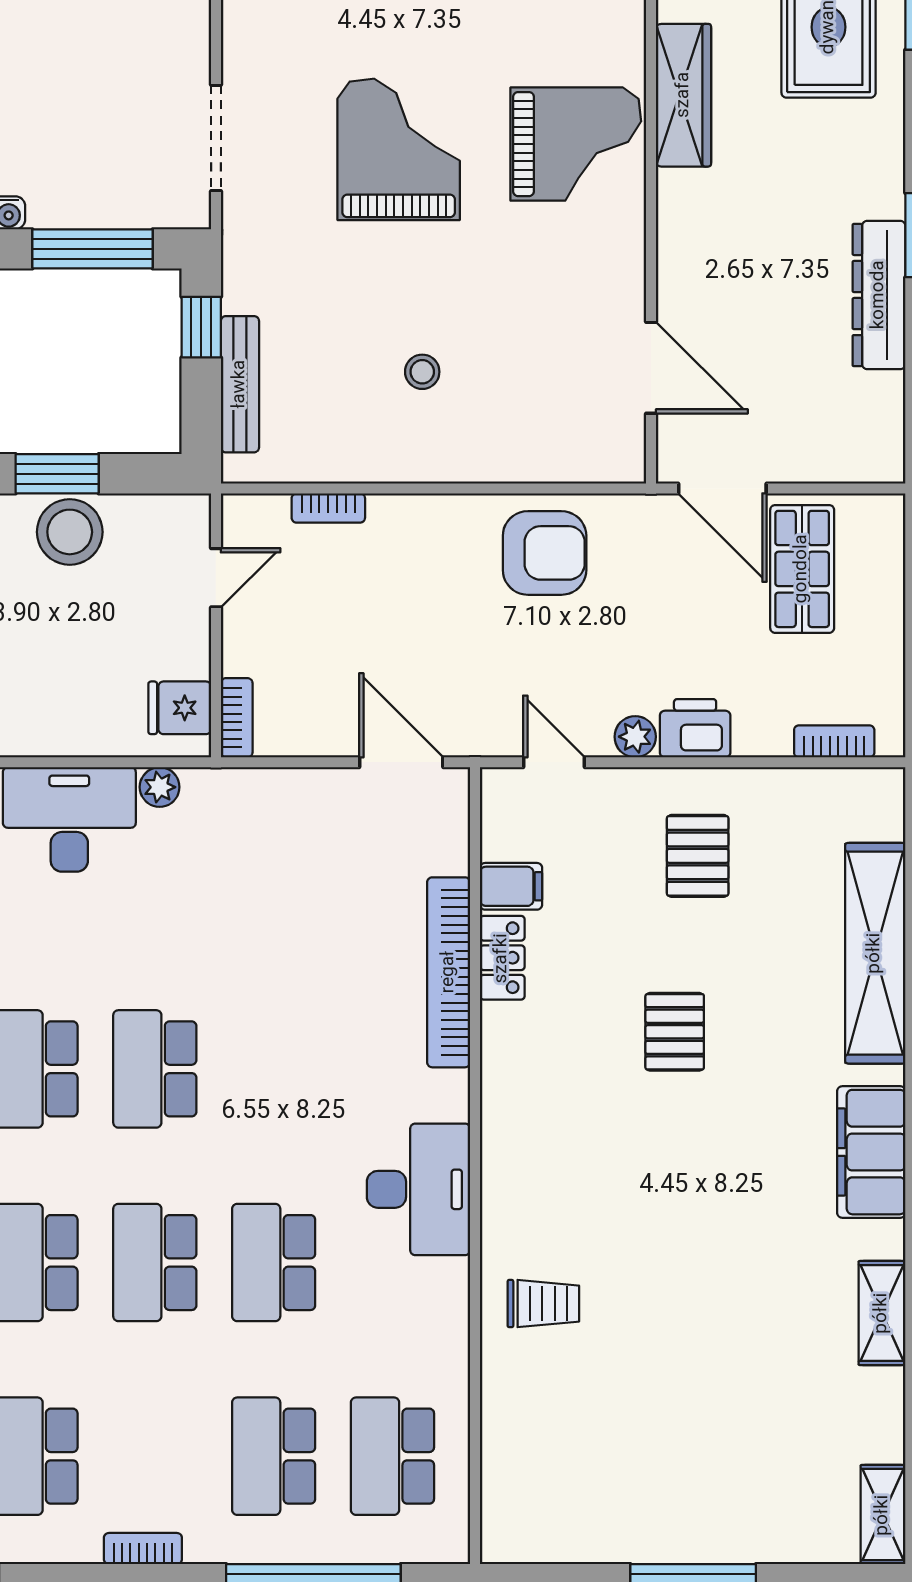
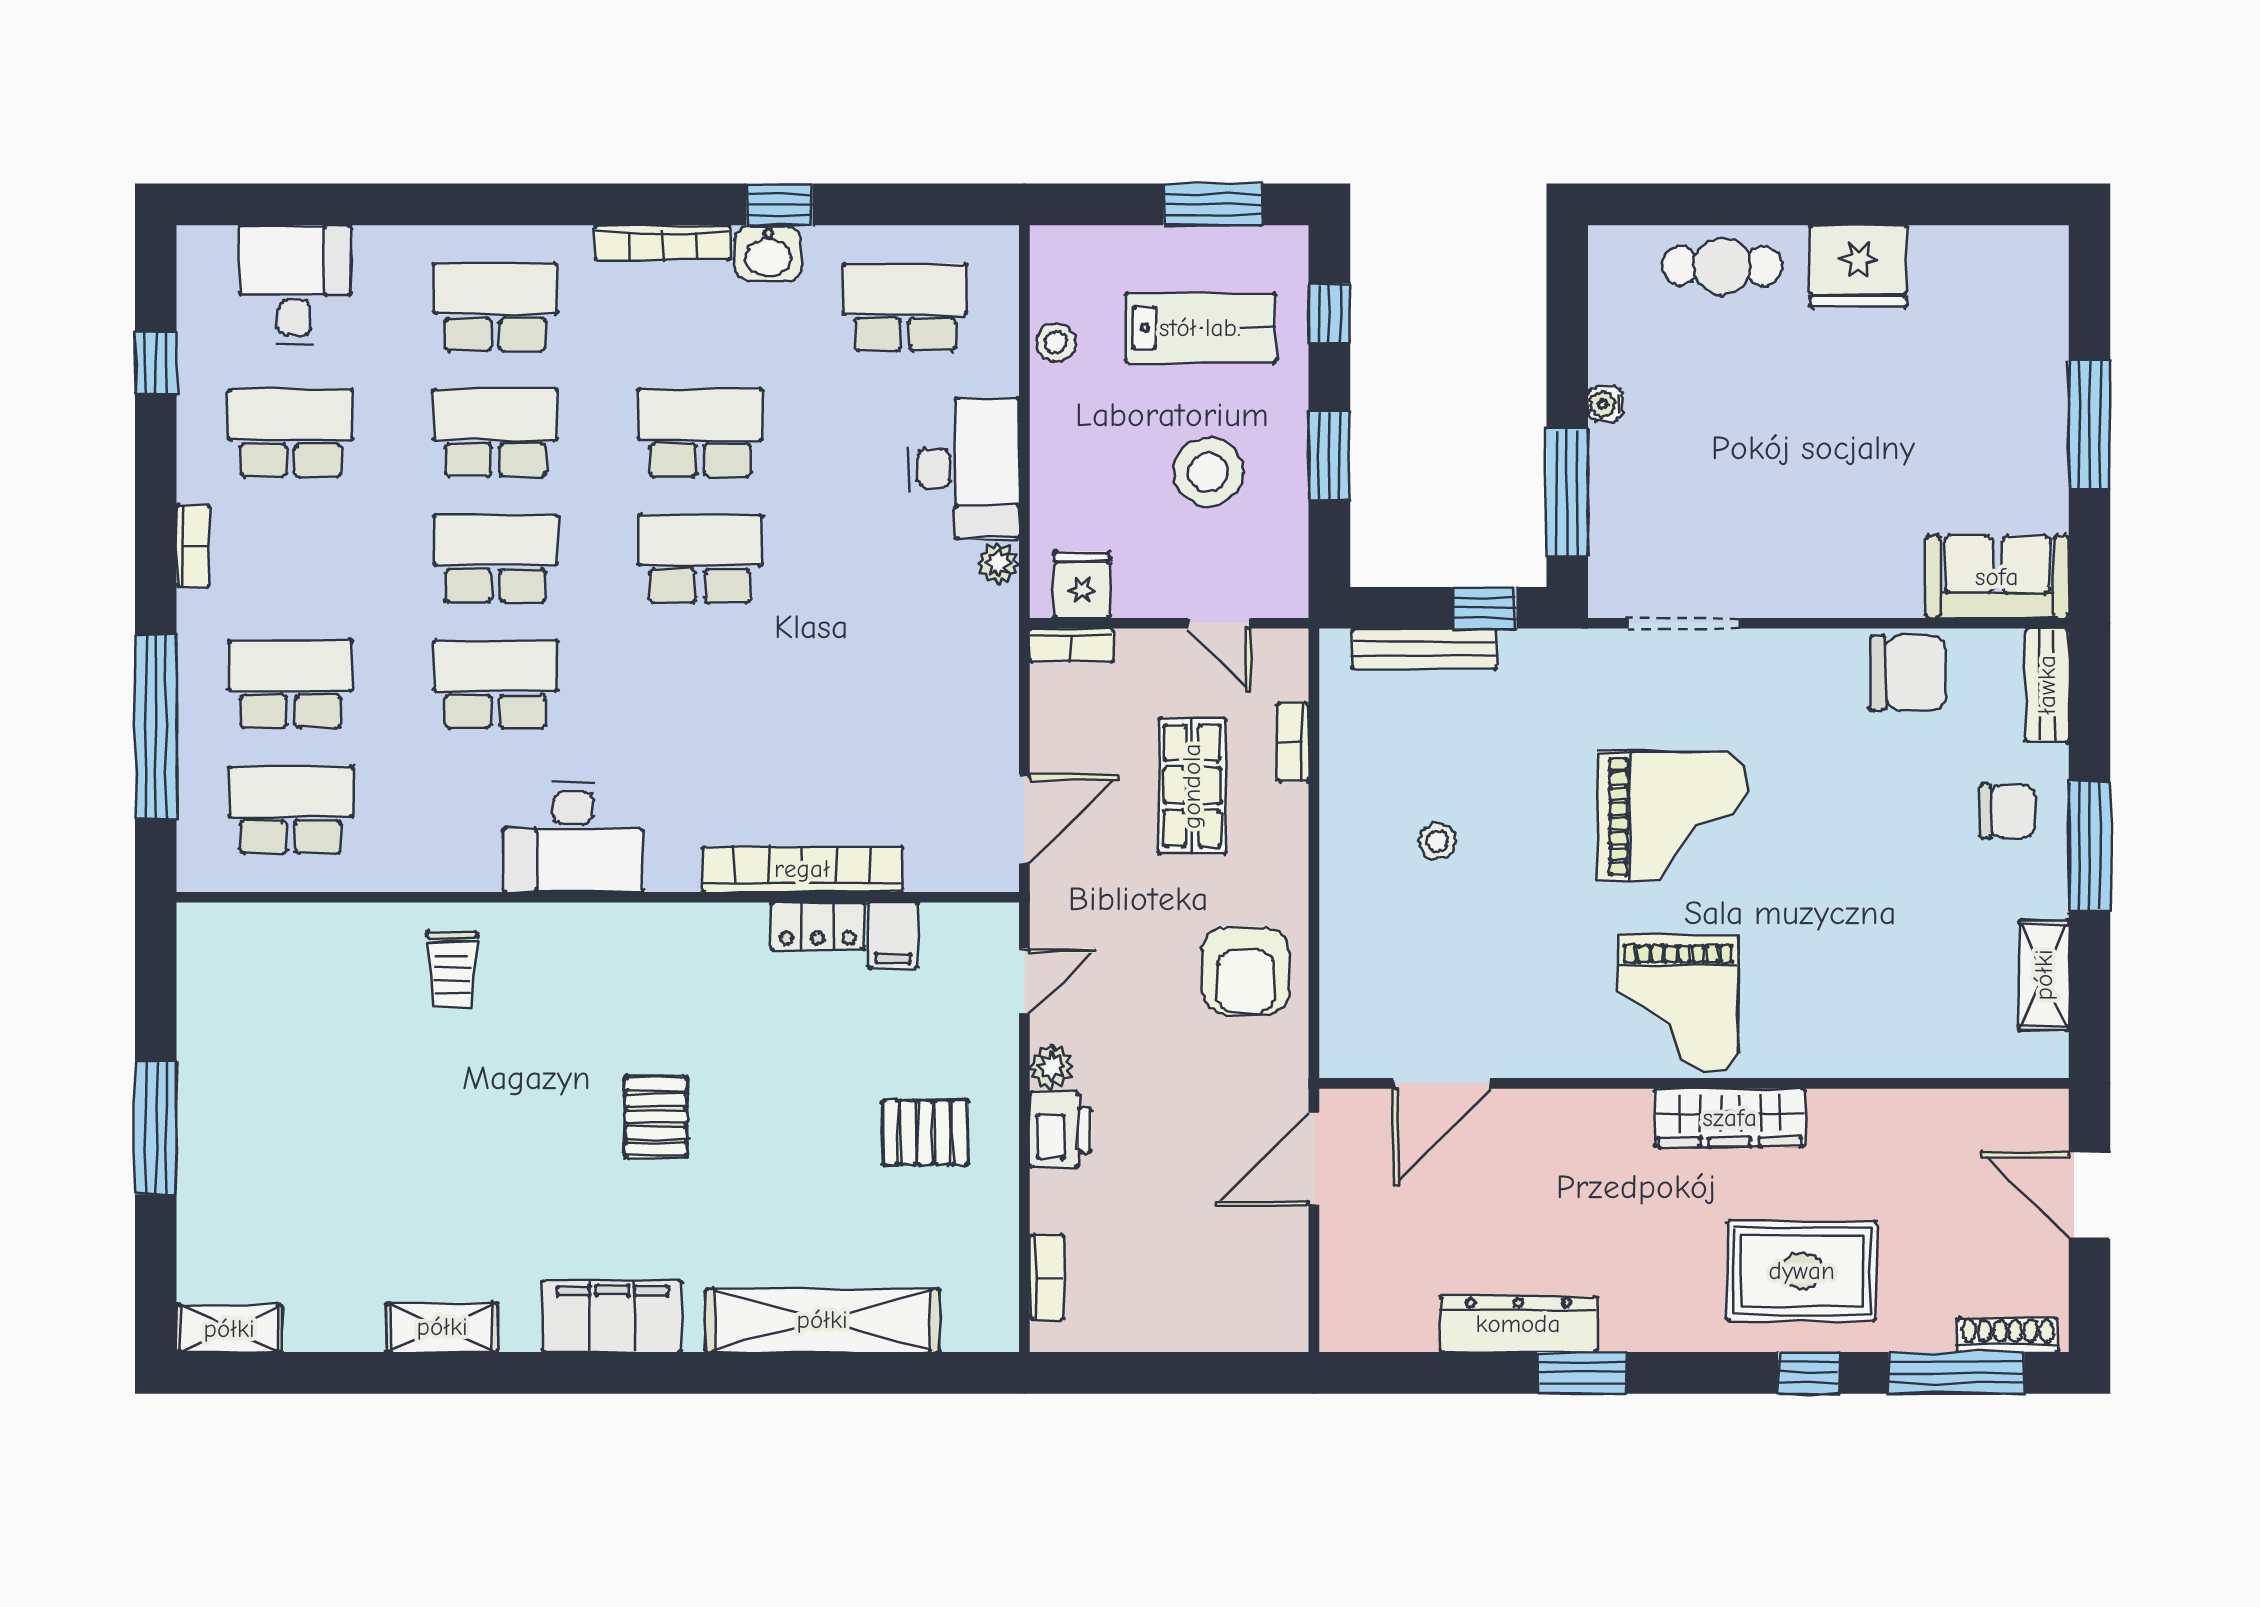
stool: (70, 532) -> (1208, 472), moved
shop shelf: (802, 569) -> (1192, 786), moved, turned 90
pallet: (675, 1032) -> (656, 1117), moved, turned 90

